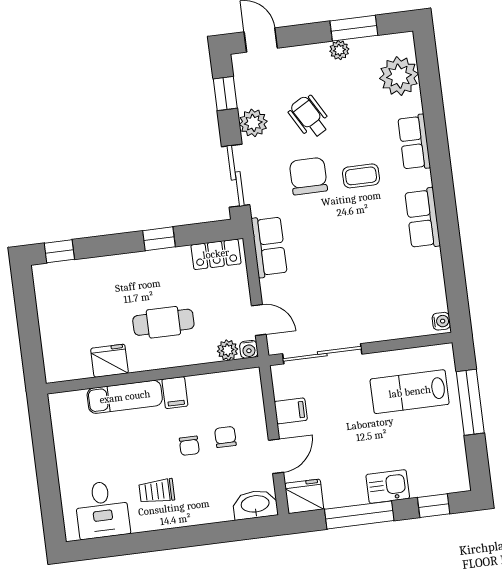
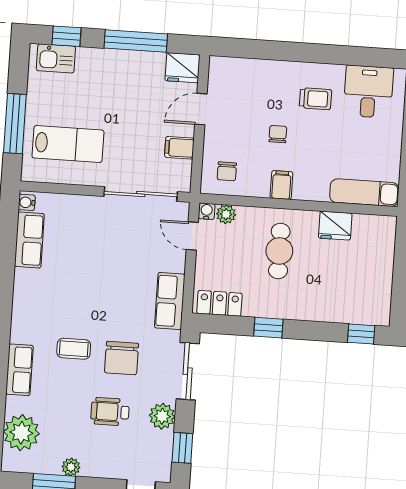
wheelchair: (309, 117) -> (110, 412), turned 120
row of seats: (423, 218) -> (29, 240), moved
cafe table: (163, 322) -> (279, 251), turned 90
exam couch: (125, 397) -> (364, 193), moved
chair: (225, 437) -> (227, 171), moved
kitchen sink: (388, 487) -> (56, 58), moved
washbasin: (255, 505) -> (228, 69), removed

